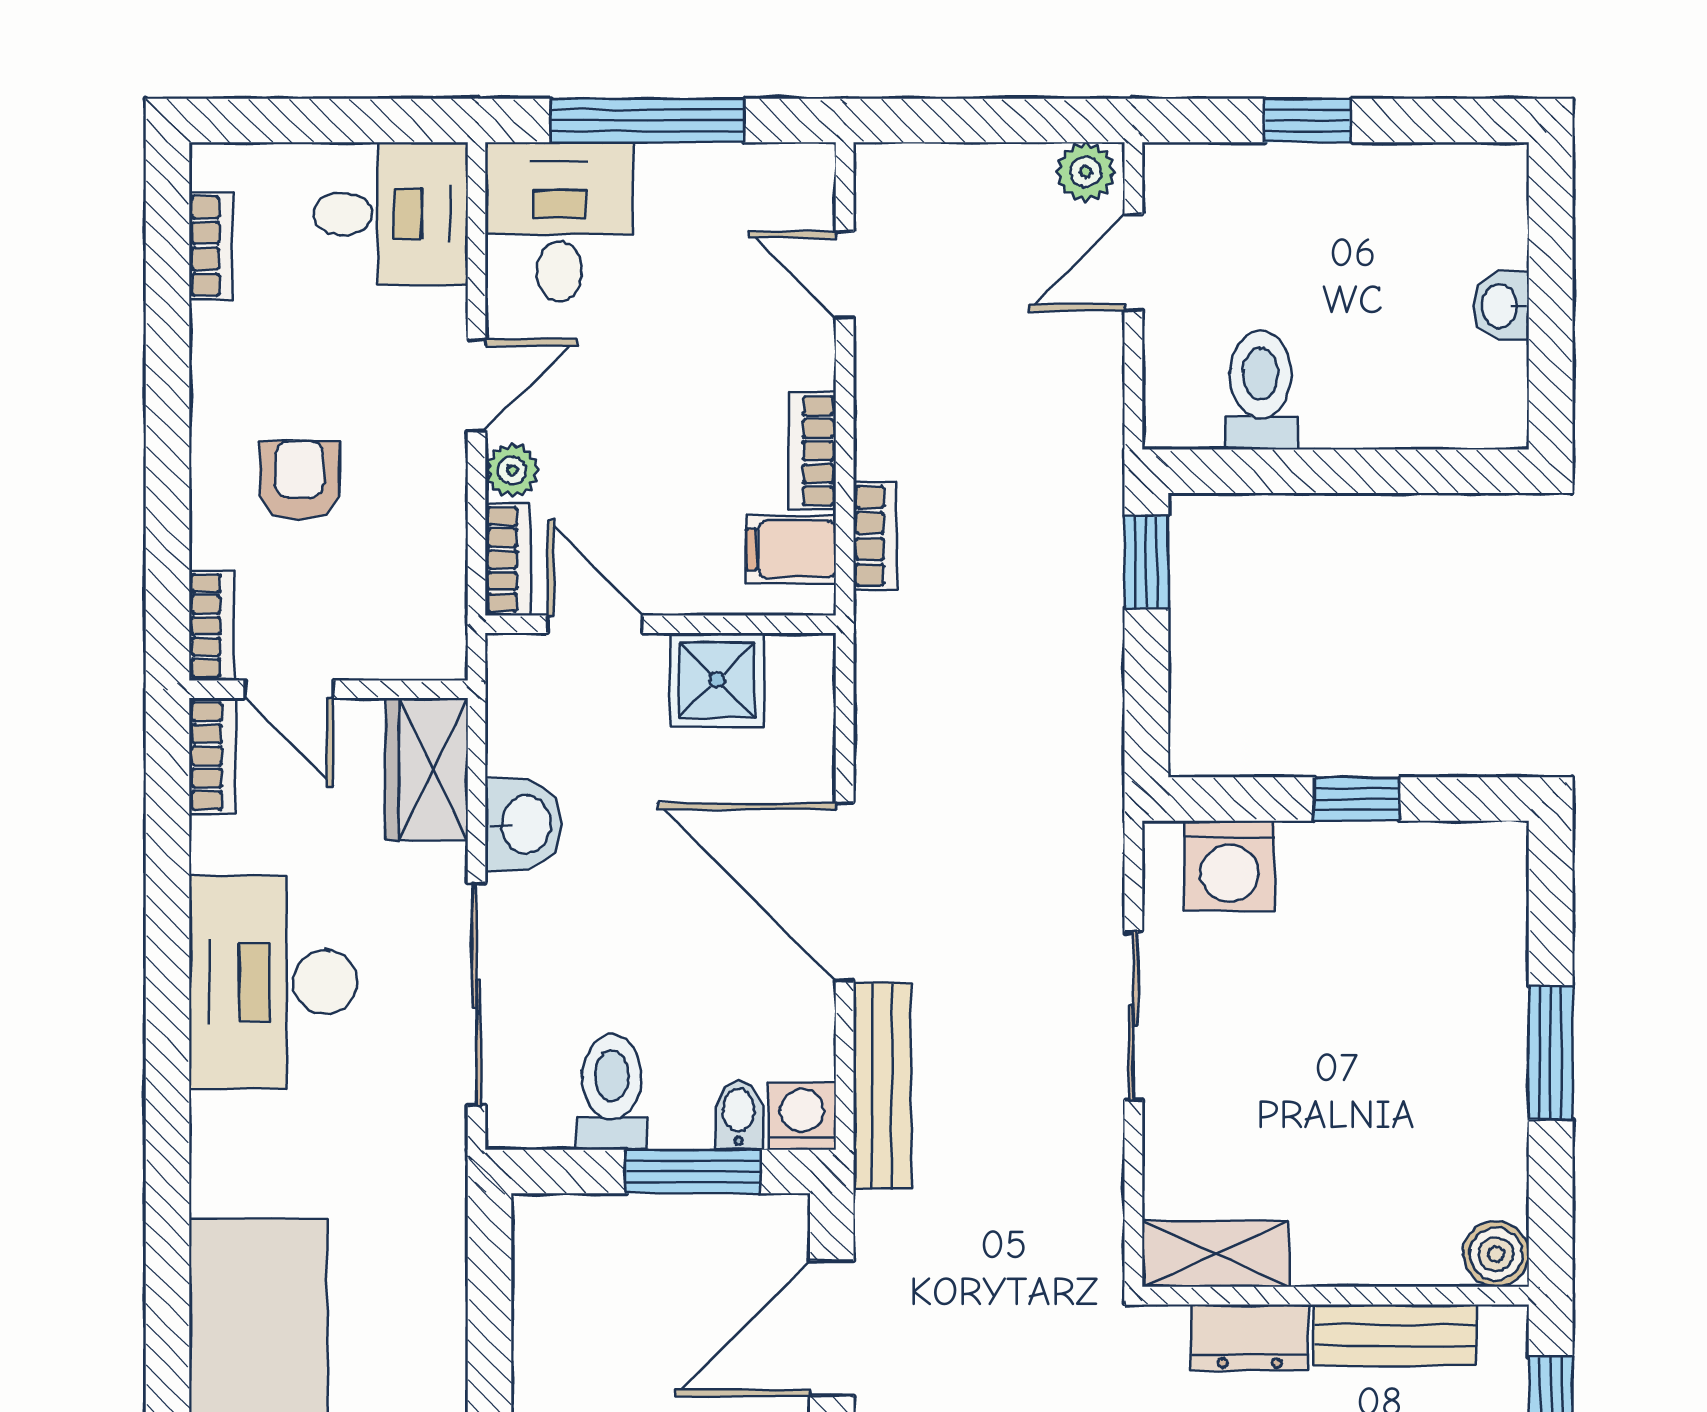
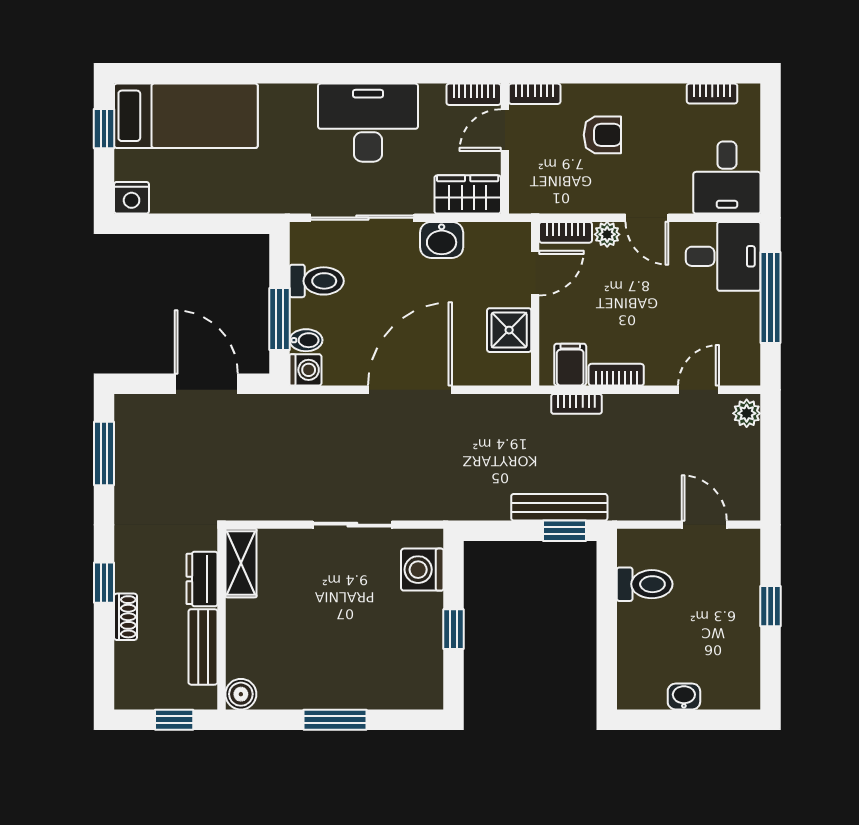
plant: (1086, 172) -> (747, 413), moved
bench: (882, 1086) -> (559, 507), moved

